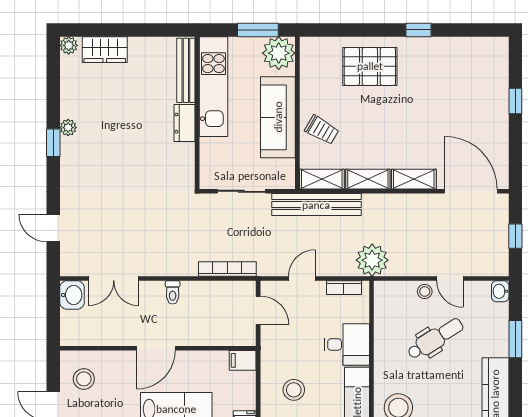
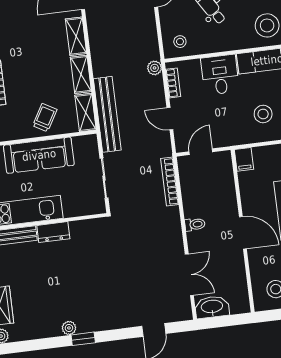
plant: (372, 260) -> (155, 68), width x0.53, depth x0.53
stool: (425, 291) -> (180, 42), moved
washbasin: (72, 295) -> (212, 307), width x1.38

